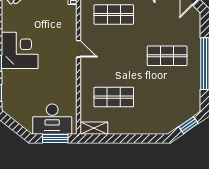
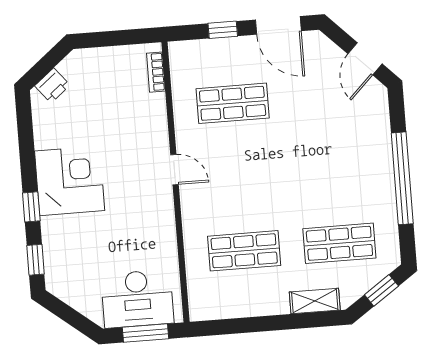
shop shelf: (167, 56) -> (339, 243), moved
shelving: (94, 128) -> (315, 301), moved

